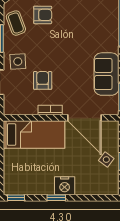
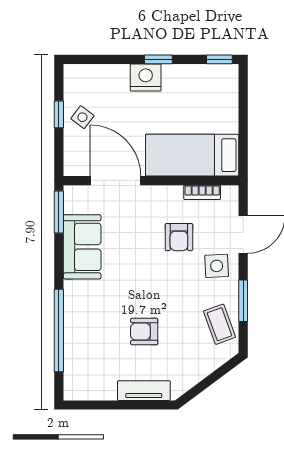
armchair: (43, 15) -> (144, 332), moved
bookcase: (50, 110) -> (202, 192), moved

